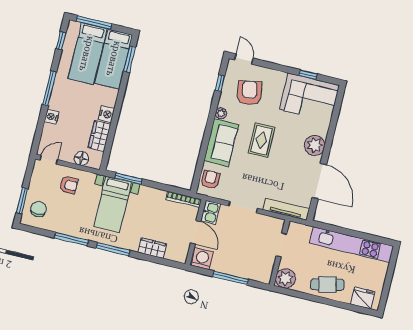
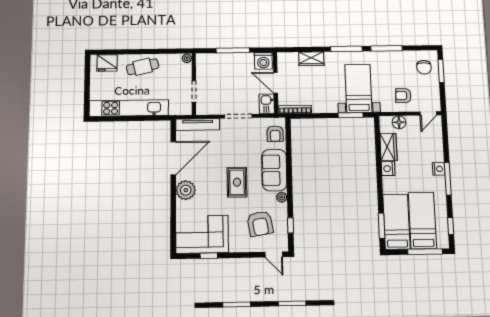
nightstand: (52, 117) -> (439, 169), moved
door: (319, 181) -> (173, 158), swing flipped
plant: (285, 278) -> (187, 58), width x0.53, depth x0.53

